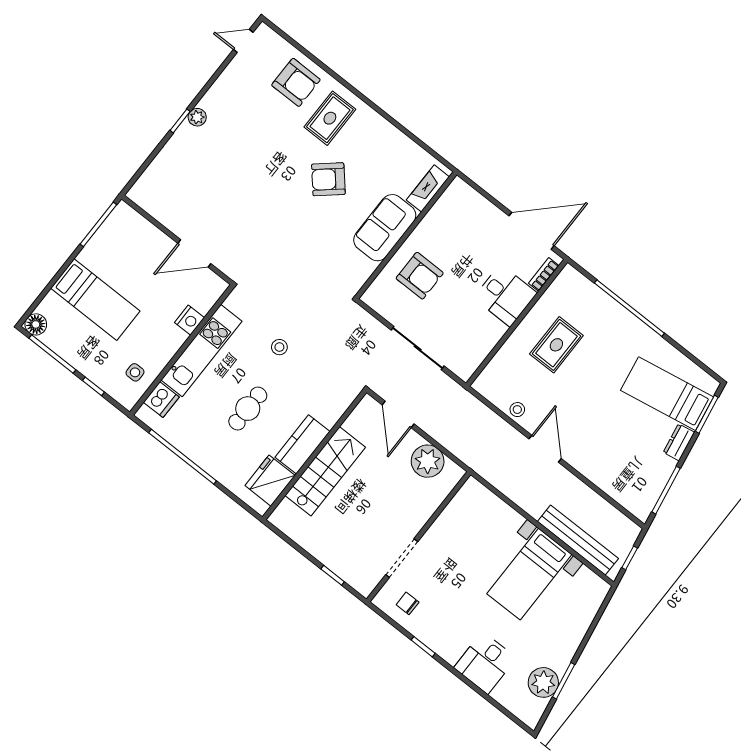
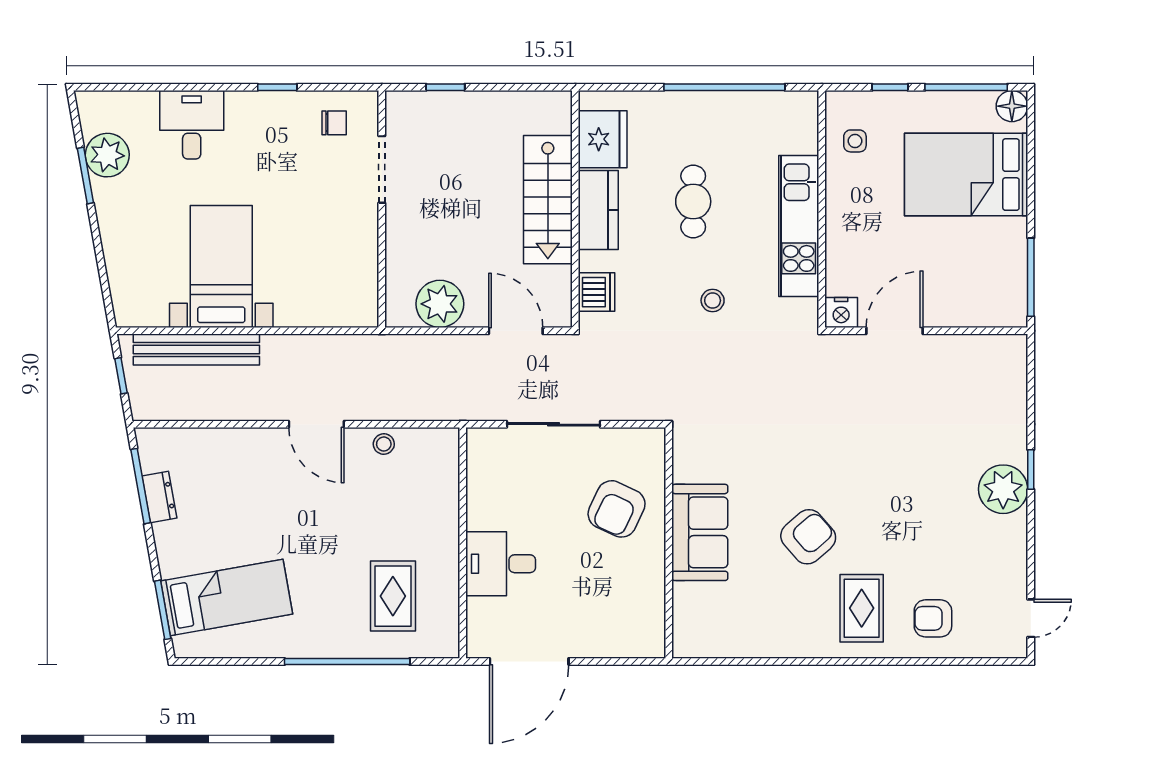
armchair: (296, 82) -> (933, 618), width x0.72, depth x0.72
plant: (197, 117) -> (1003, 489), width x1.88, depth x1.88
fireplace: (428, 188) -> (686, 616), removed
bookcase: (544, 274) -> (476, 623), removed
armchair: (420, 276) -> (617, 509), turned -65
bed: (95, 300) -> (966, 175), width x1.50
nightstand: (189, 320) -> (841, 313), moved, turned -90
rug: (556, 345) -> (393, 596), moved
dishwasher: (161, 400) -> (596, 292), moved, turned 180
dresser: (679, 442) -> (159, 497), moved

